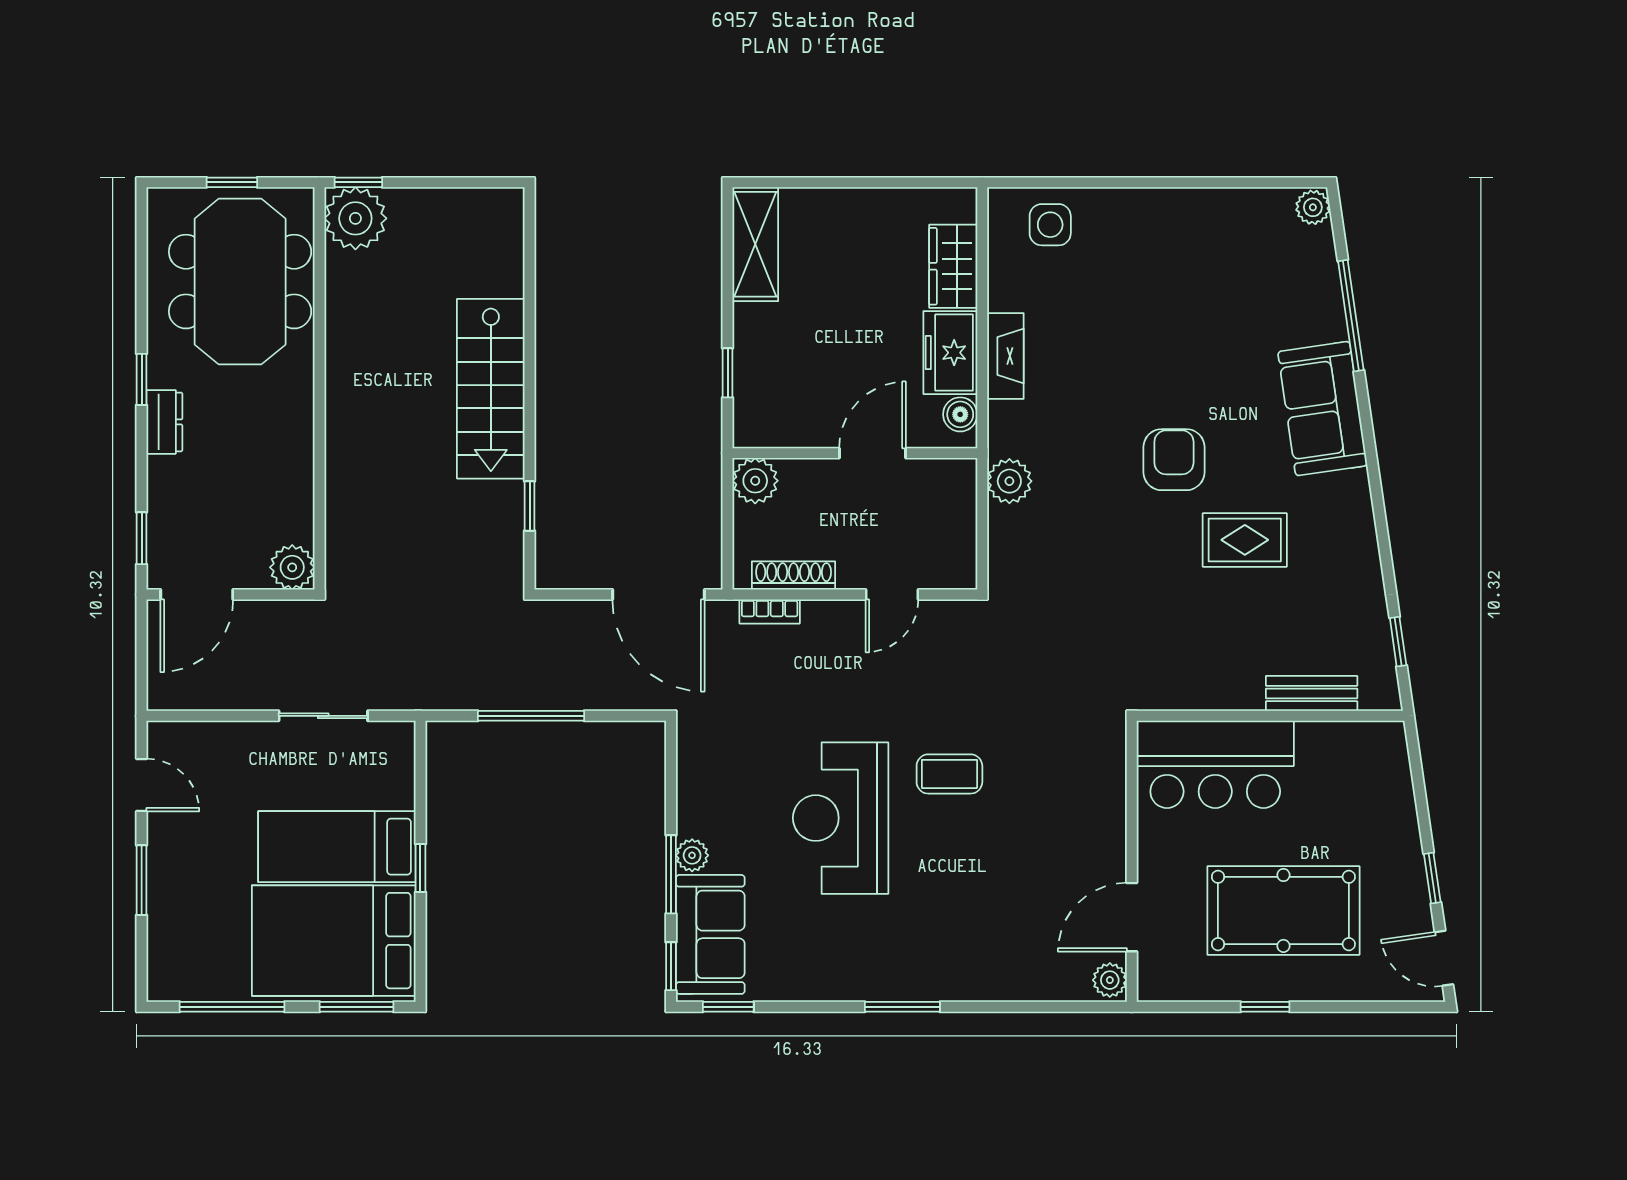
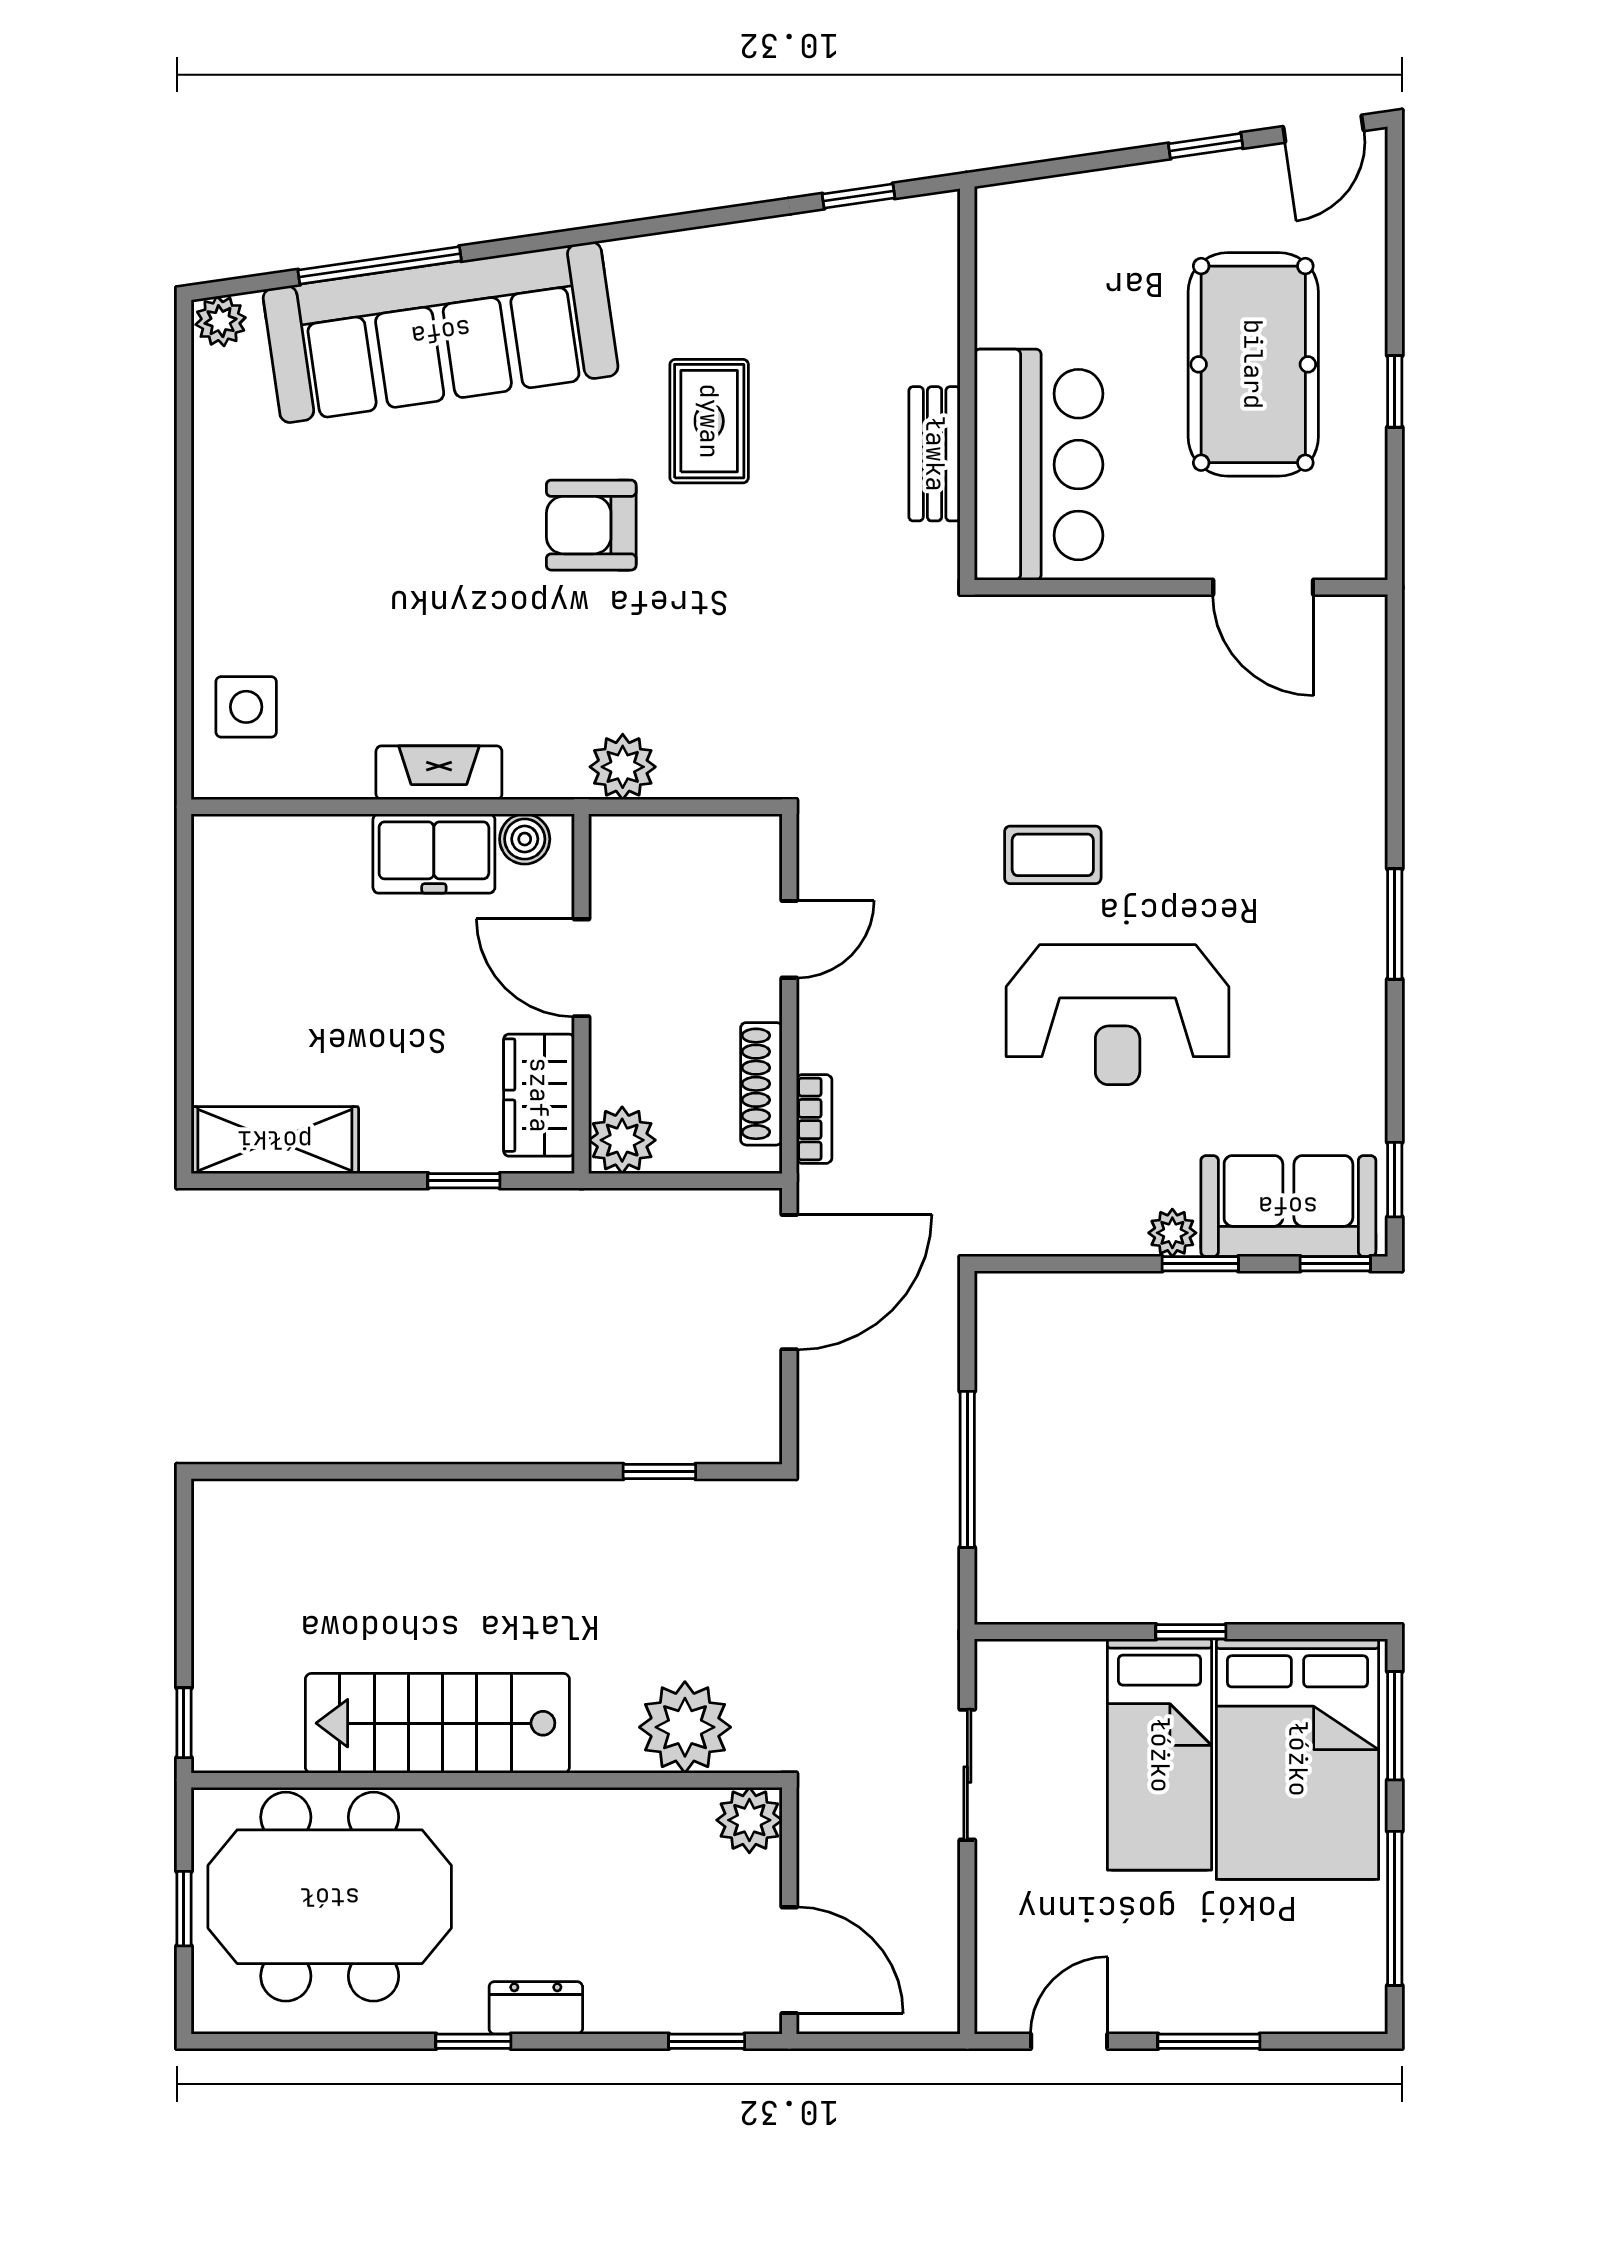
plant: (355, 218) -> (685, 1727), moved
wardrobe: (953, 266) -> (539, 1095), moved, turned 90
stairs: (491, 389) -> (437, 1723), moved, turned 180
sofa: (1323, 409) -> (441, 332), width x1.85, depth x1.27
door: (892, 595) -> (789, 939), hinge flipped
bench: (1312, 693) -> (935, 454), moved
coffee table: (949, 774) -> (1053, 855), turned 90
window: (671, 874) -> (1200, 1264), width x0.67
plant: (1110, 980) -> (1355, 619), removed

